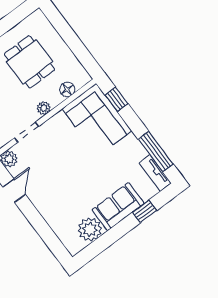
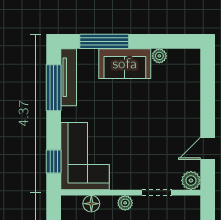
tv unit: (155, 173) -> (69, 77), width x1.41
window: (145, 211) -> (104, 41), width x2.17
plant: (90, 229) -> (159, 56), width x0.53, depth x0.53

